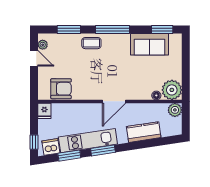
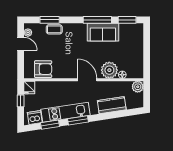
window: (113, 30) -> (97, 20), moved
coffee table: (91, 43) -> (54, 29), moved
sofa: (149, 44) -> (103, 32), moved
plant: (172, 90) -> (109, 70), moved
door: (114, 101) -> (87, 80), swing flipped
window: (34, 142) -> (21, 101), moved

